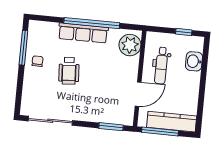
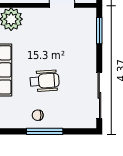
window: (23, 48) -> (45, 131), moved

